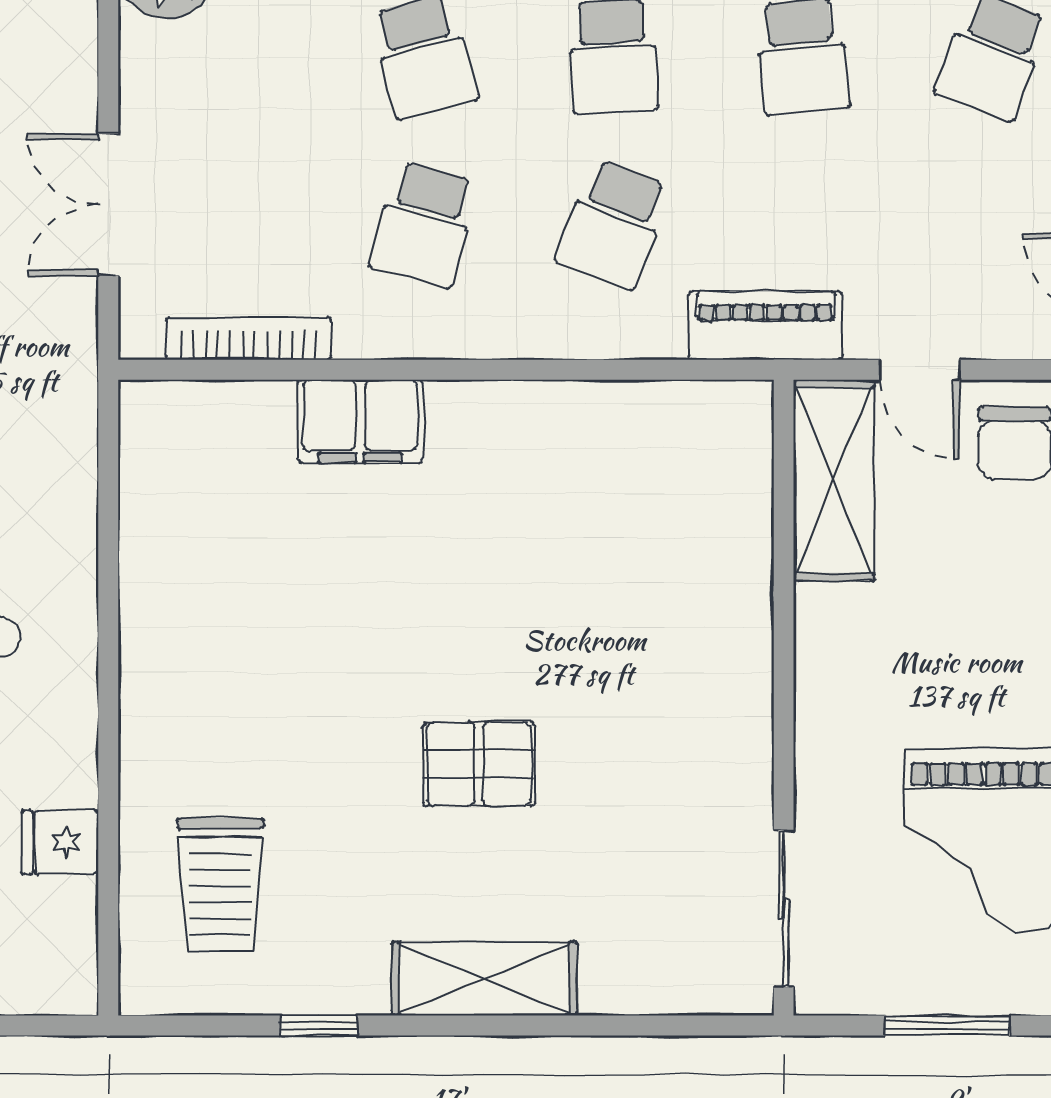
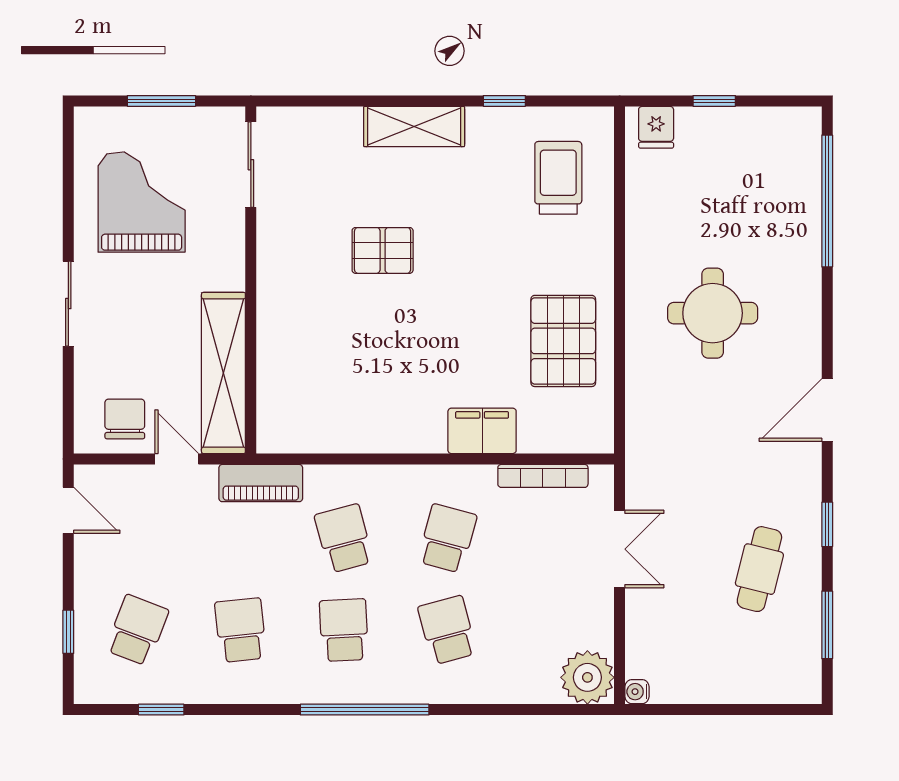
school desk: (613, 224) -> (344, 538), turned -36
shelving: (834, 480) -> (223, 373), width x1.47
pallet: (211, 586) -> (563, 341), added
pallet: (479, 764) -> (383, 250), moved
fridge: (60, 842) -> (656, 127), moved, turned 90

